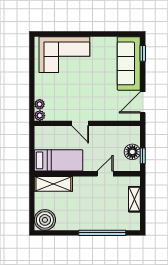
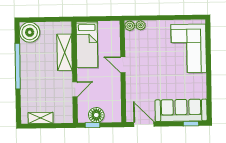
door: (80, 123) -> (123, 65), hinge flipped
door: (105, 174) -> (75, 89), hinge flipped
shelving: (53, 184) -> (65, 52), moved
shelving: (134, 199) -> (41, 118), moved
window: (102, 233) -> (18, 66), moved

